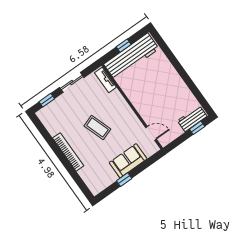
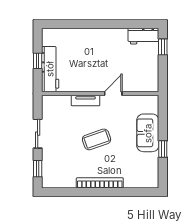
workbench: (131, 57) -> (50, 69), width x0.73, depth x0.76
tv unit: (105, 80) -> (86, 101), moved
workbench: (192, 119) -> (143, 36), moved, turned -90
door: (151, 133) -> (113, 93), moved

